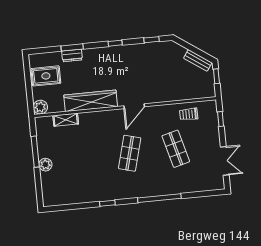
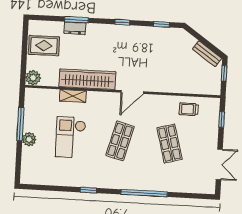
shelving: (66, 120) -> (73, 96), moved
checkout: (83, 157) -> (71, 137), added

